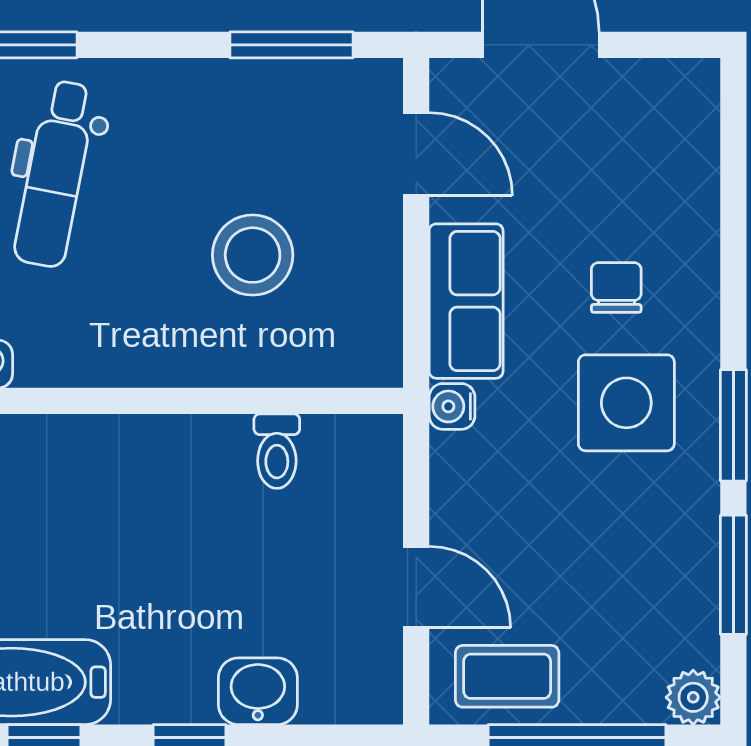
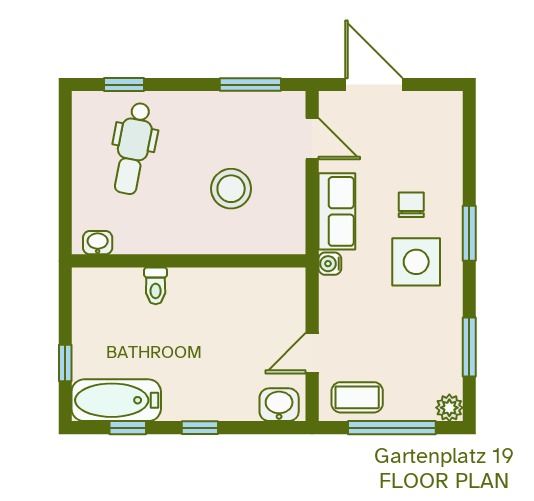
window: (733, 425) -> (469, 233), moved
toilet: (277, 451) -> (156, 286), moved
door: (416, 587) -> (312, 353), swing flipped
washbasin: (258, 691) -> (279, 405), moved

